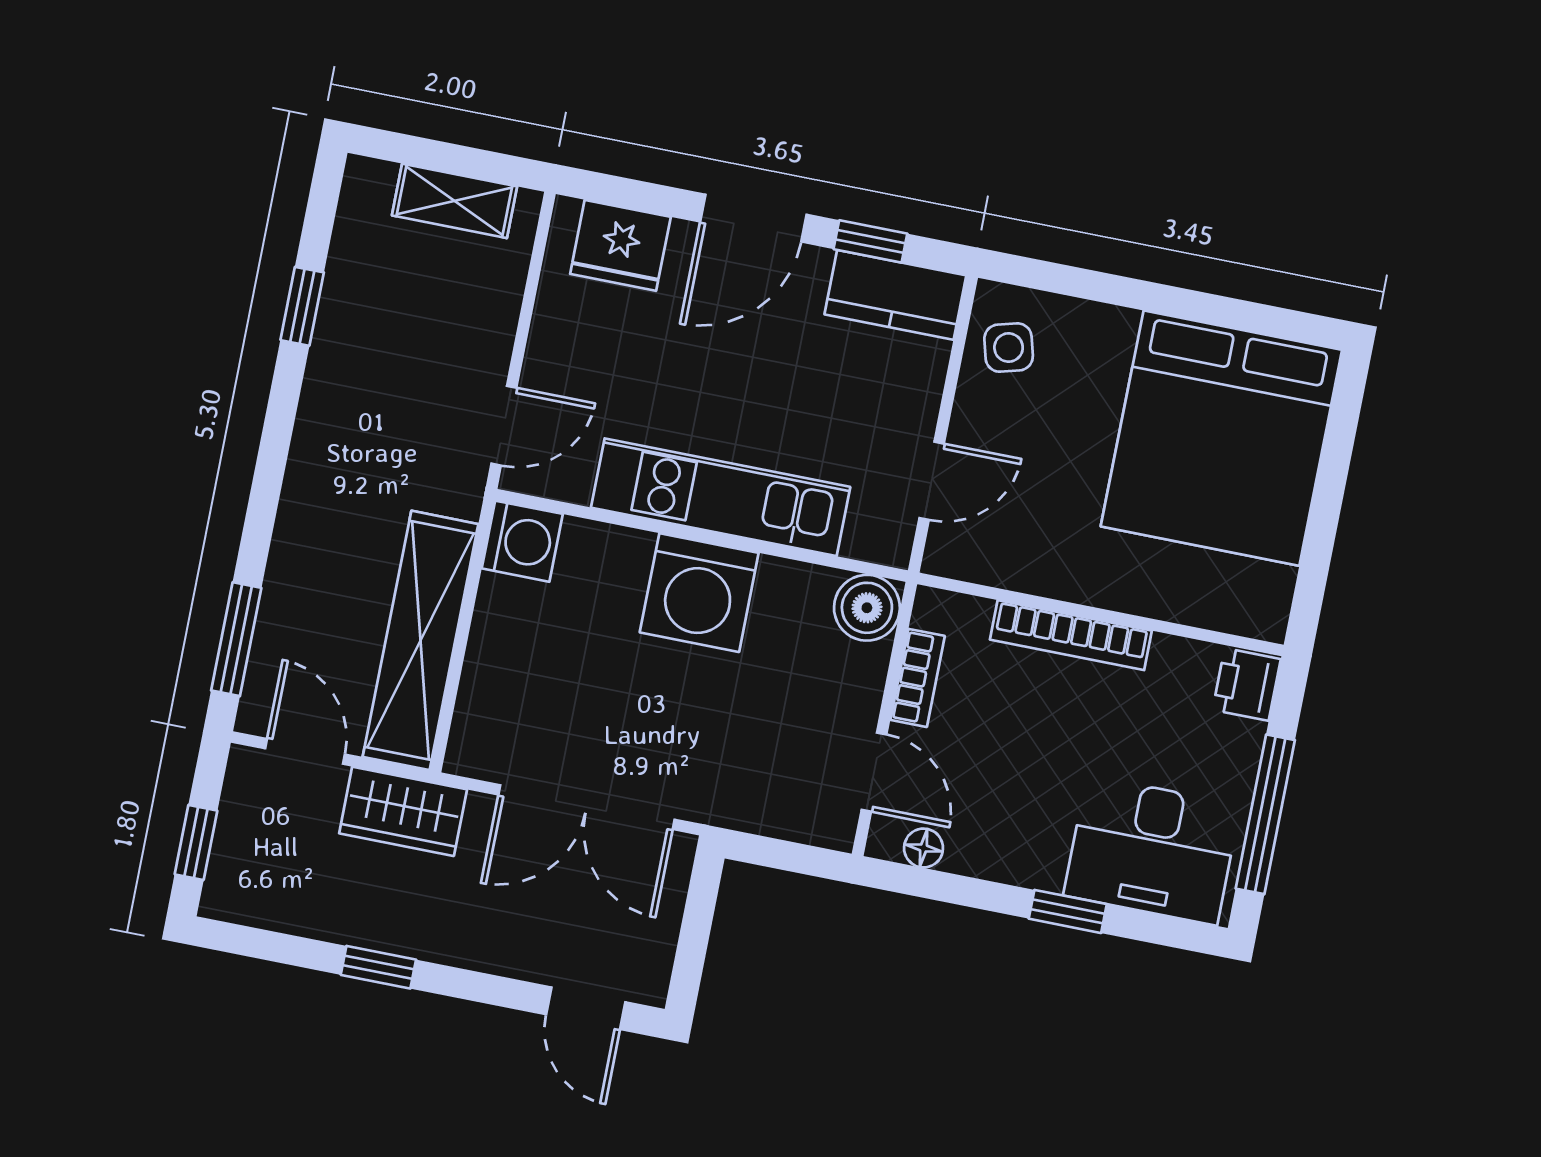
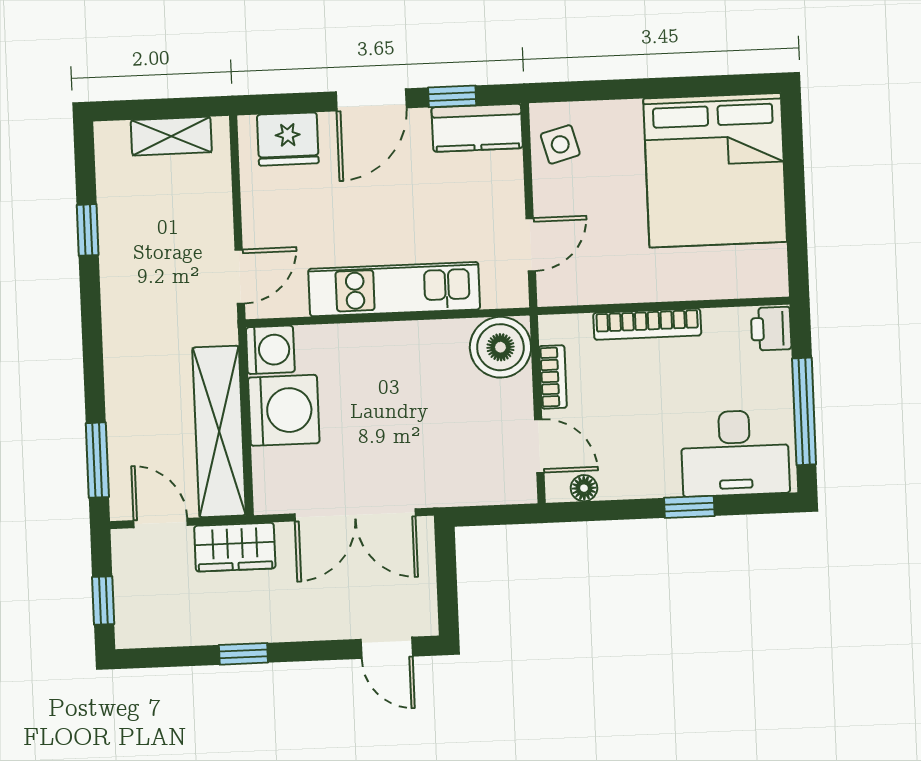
washing machine: (699, 593) -> (284, 410), moved, turned -90
boiler: (867, 608) -> (500, 347), width x1.37, depth x1.37

